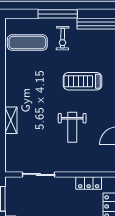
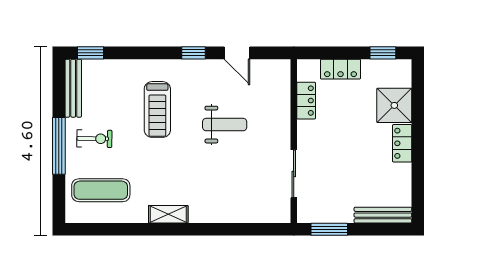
exercise mat: (27, 43) -> (101, 190), turned 90
shelving: (11, 120) -> (168, 214), moved

